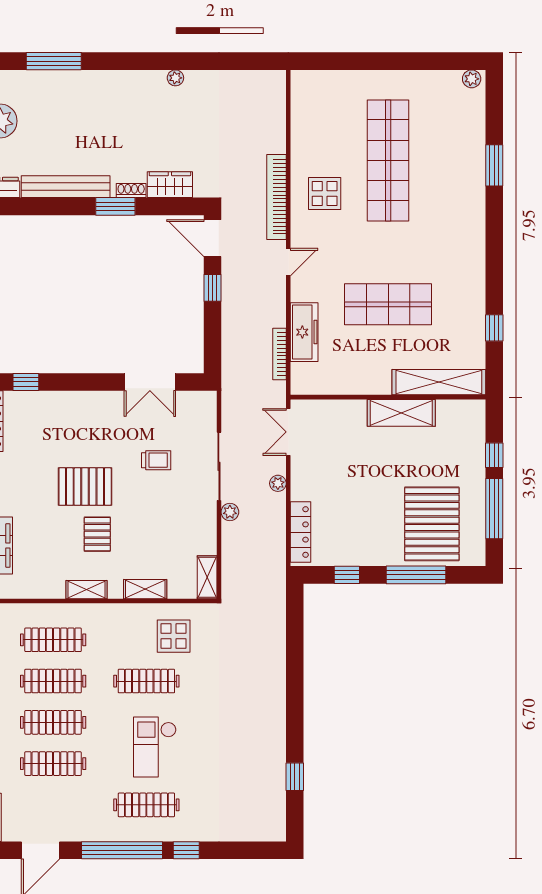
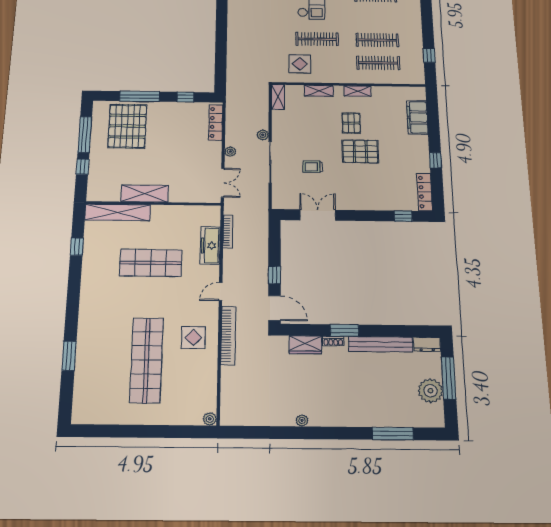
plant: (472, 79) -> (210, 419), moved
clothes rail: (53, 722) -> (376, 17), removed

